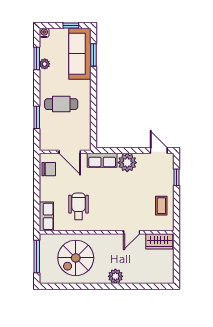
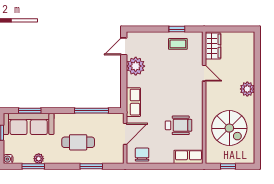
cafe table: (61, 104) -> (78, 142), turned 90
window: (93, 118) -> (91, 111), added
plant: (127, 163) -> (136, 66), moved
window: (176, 177) -> (177, 29), moved
wheelchair: (79, 206) -> (179, 125), turned 180
window: (37, 257) -> (228, 166), width x0.46

